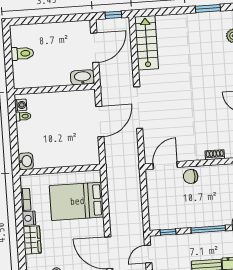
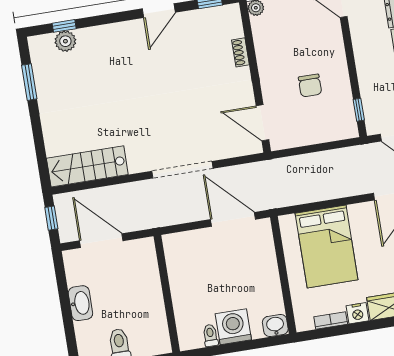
washbasin: (82, 77) -> (80, 303), moved, turned 180
washing machine: (21, 105) -> (233, 327), moved, width x1.89, depth x1.89
door: (100, 121) -> (233, 219), moved
chair: (191, 176) -> (310, 85), moved
window: (208, 229) -> (349, 52), removed

